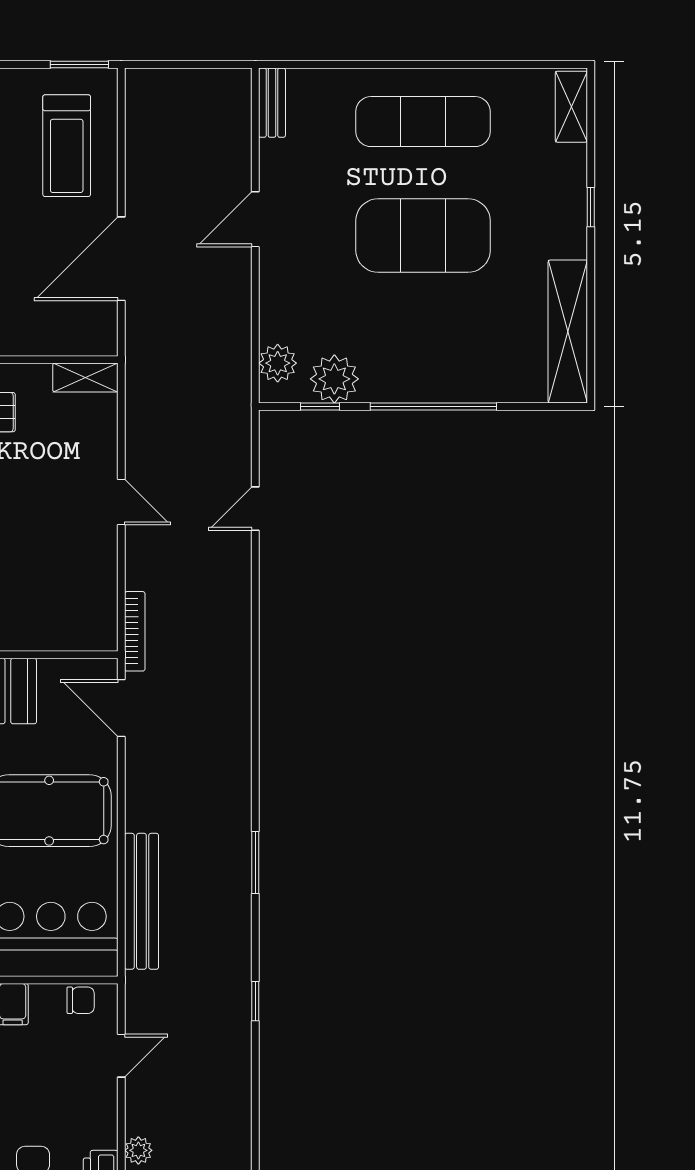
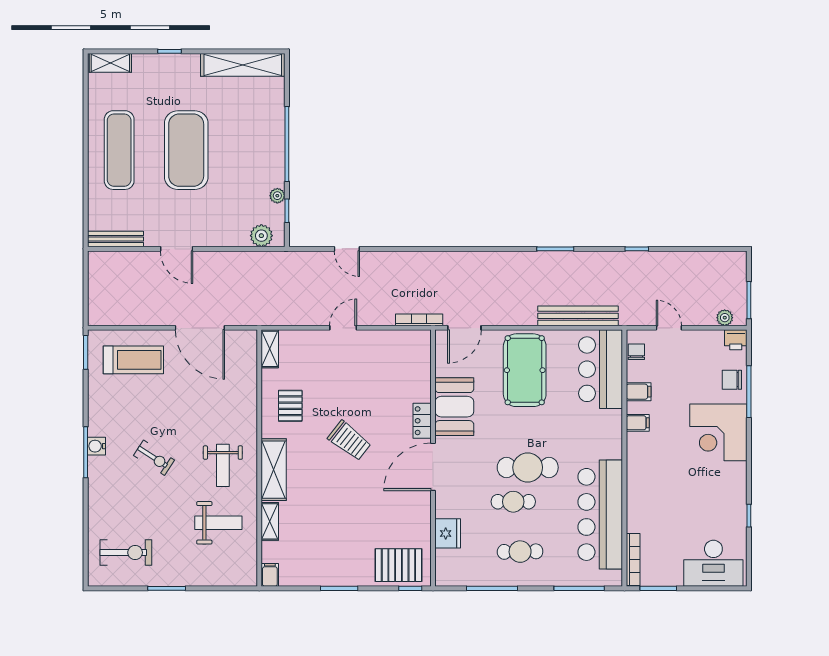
bench: (272, 103) -> (115, 239), width x1.36
plant: (334, 379) -> (277, 196), width x0.53, depth x0.53

